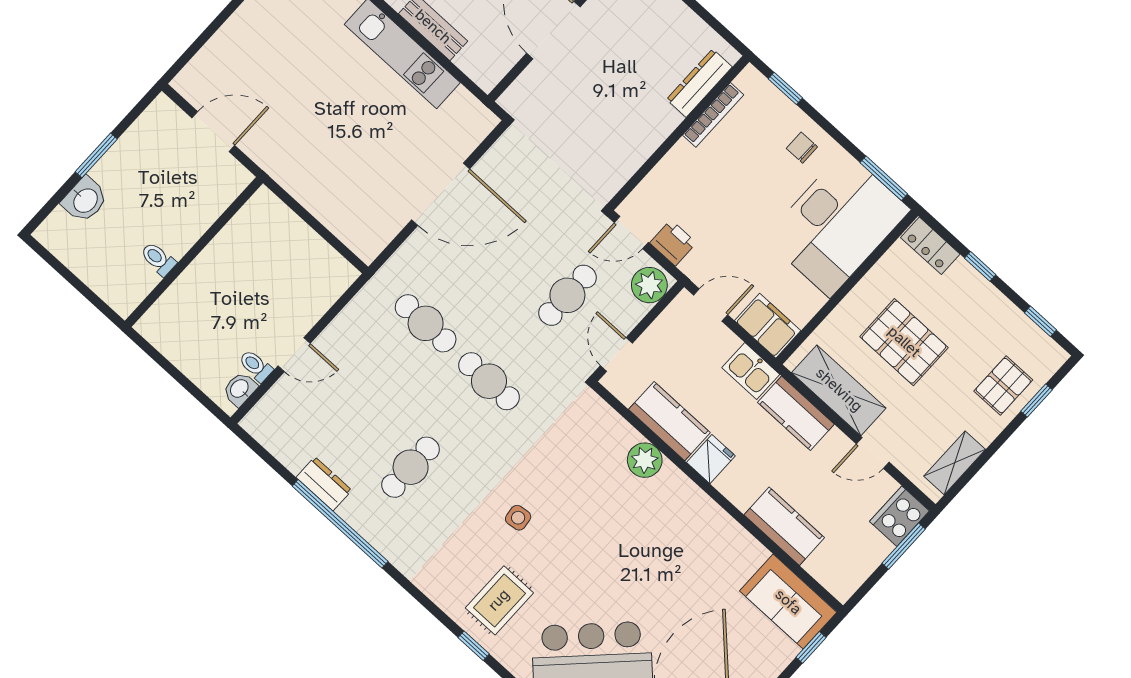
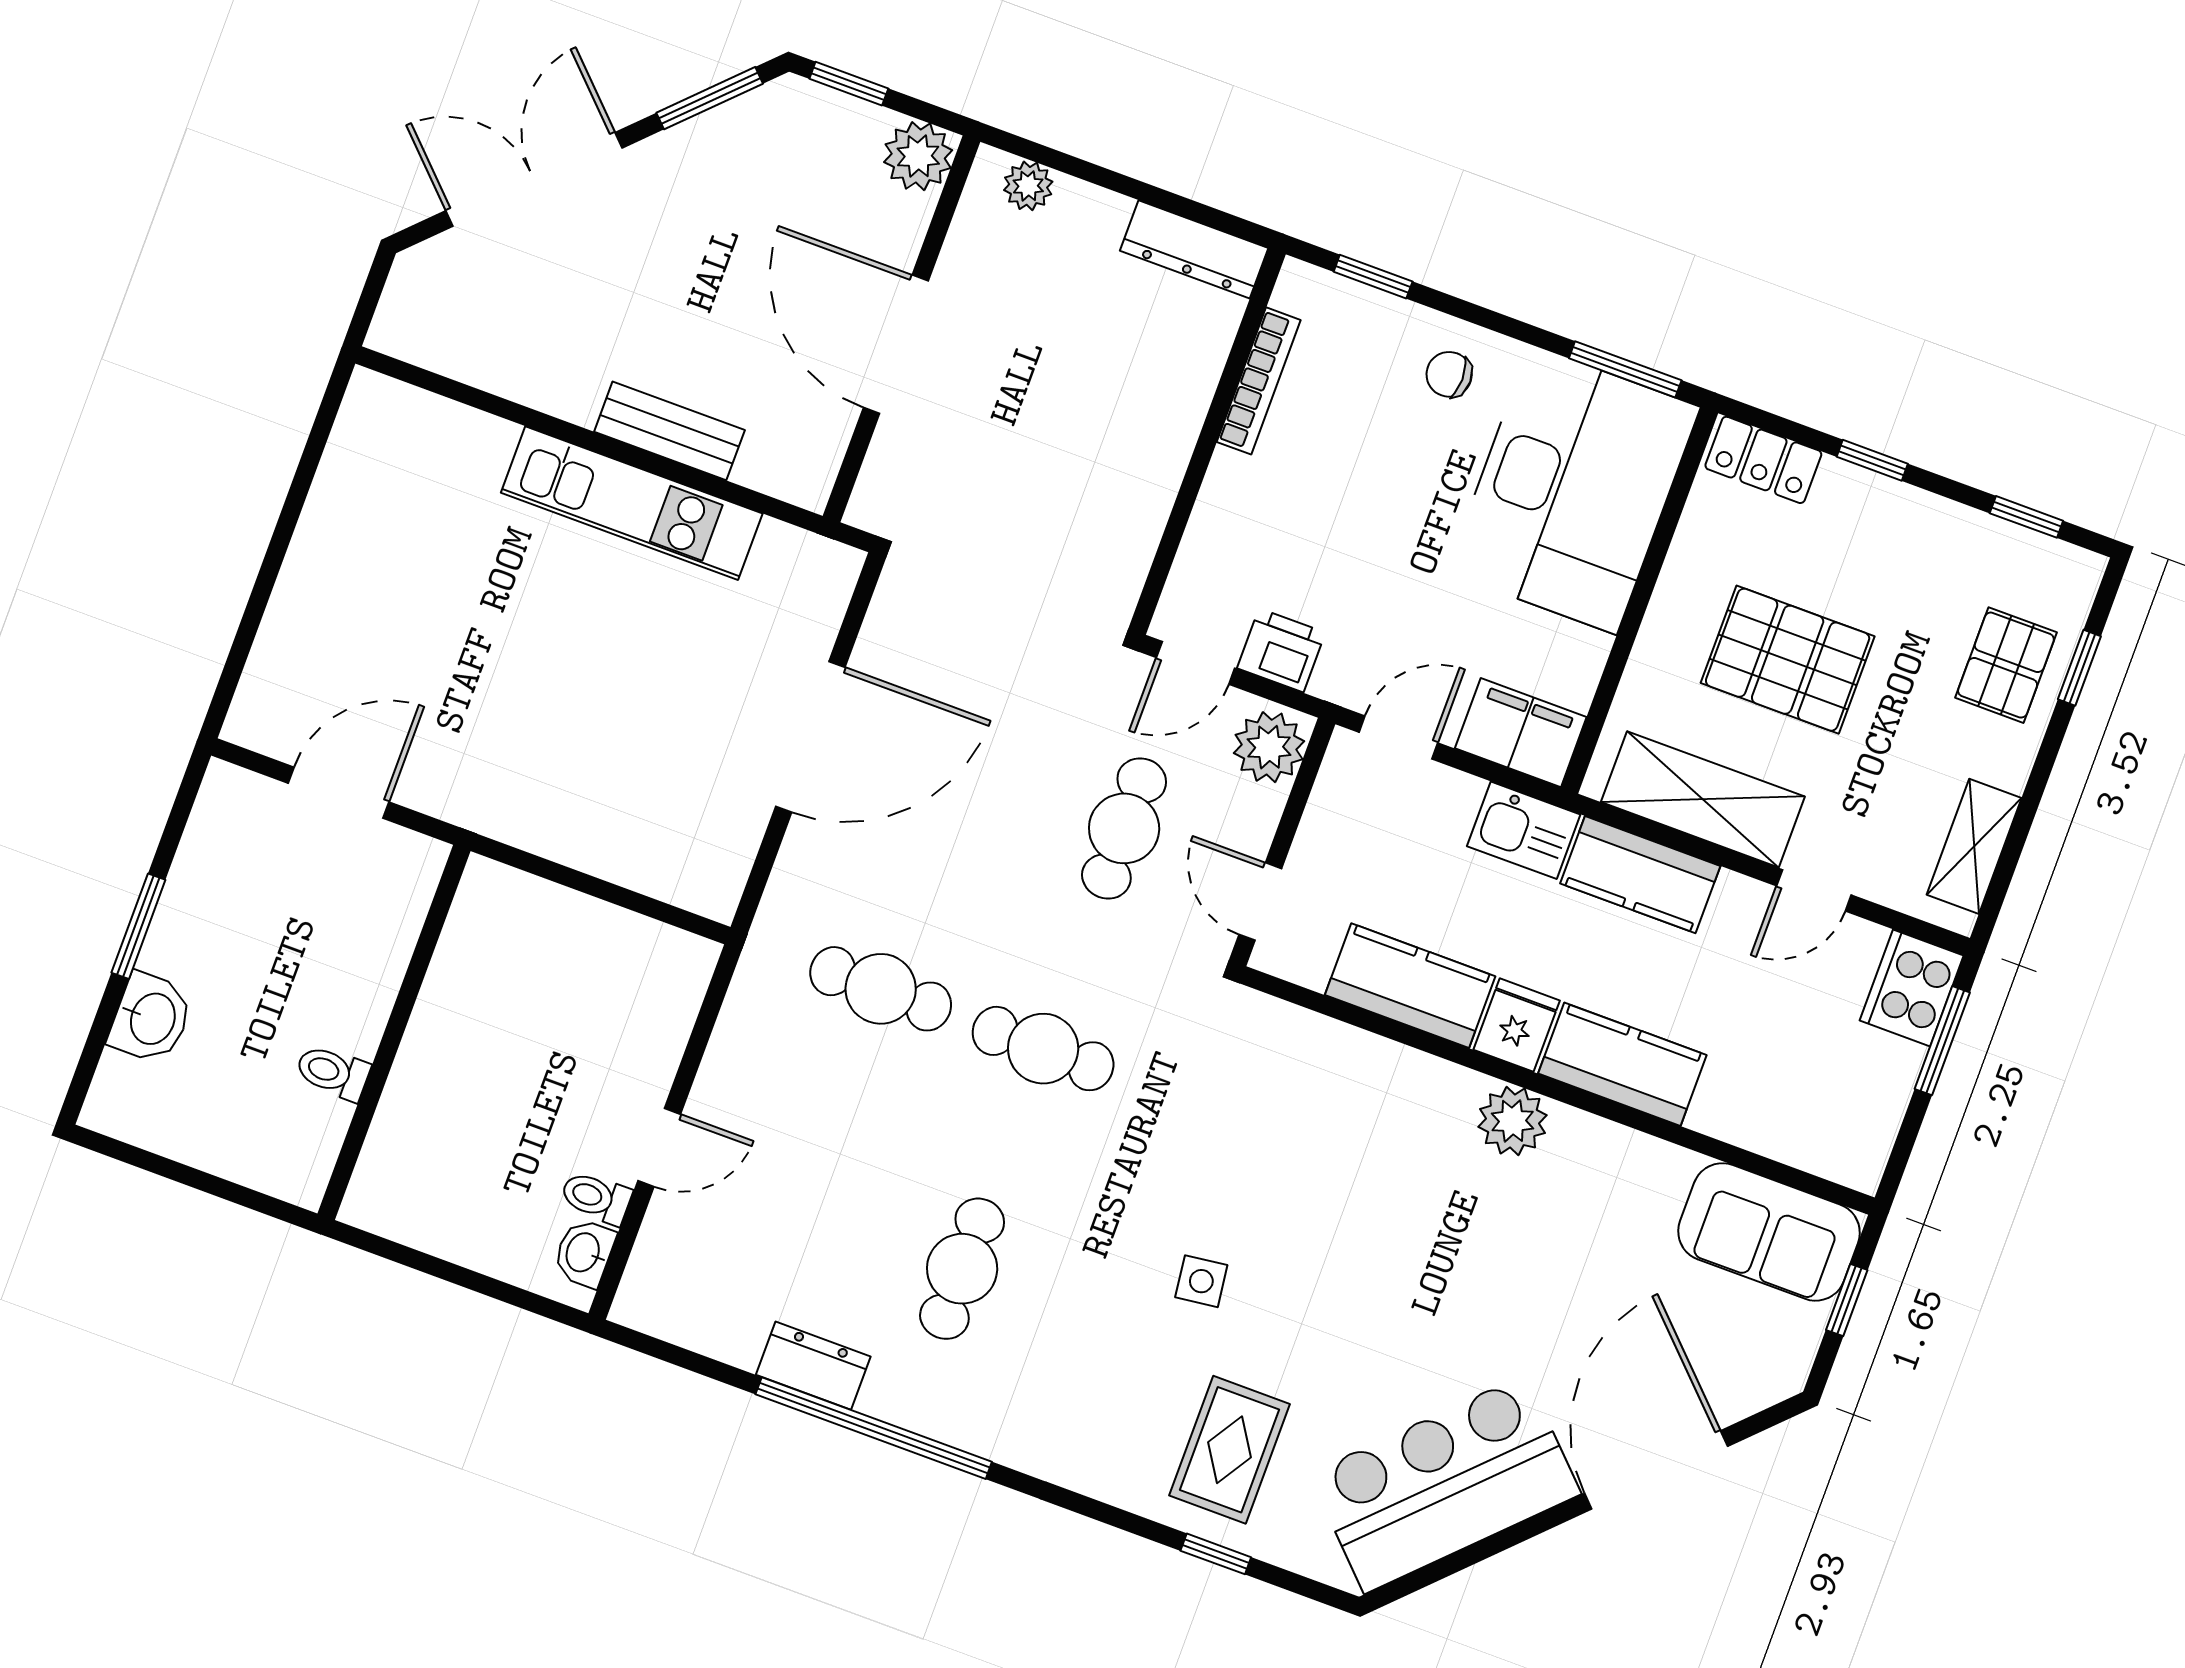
dresser: (699, 83) -> (1194, 249), moved, turned -90
plant: (645, 460) -> (1513, 1121), moved
kitchen counter: (784, 526) -> (1622, 1064), moved

